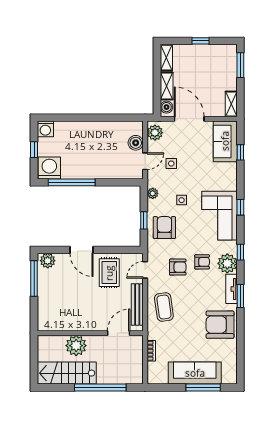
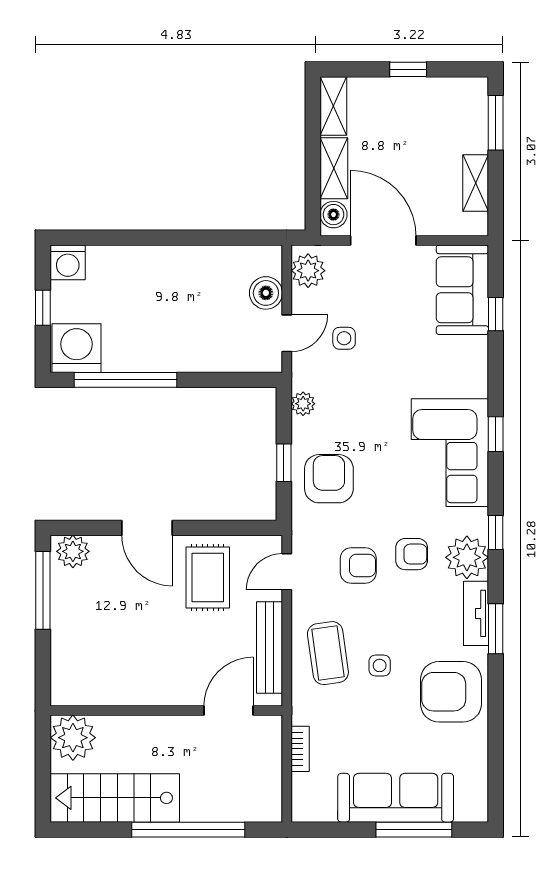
shelving: (231, 104) -> (476, 183), moved
side table: (182, 200) -> (380, 665), moved
plant: (76, 346) -> (73, 738), moved

